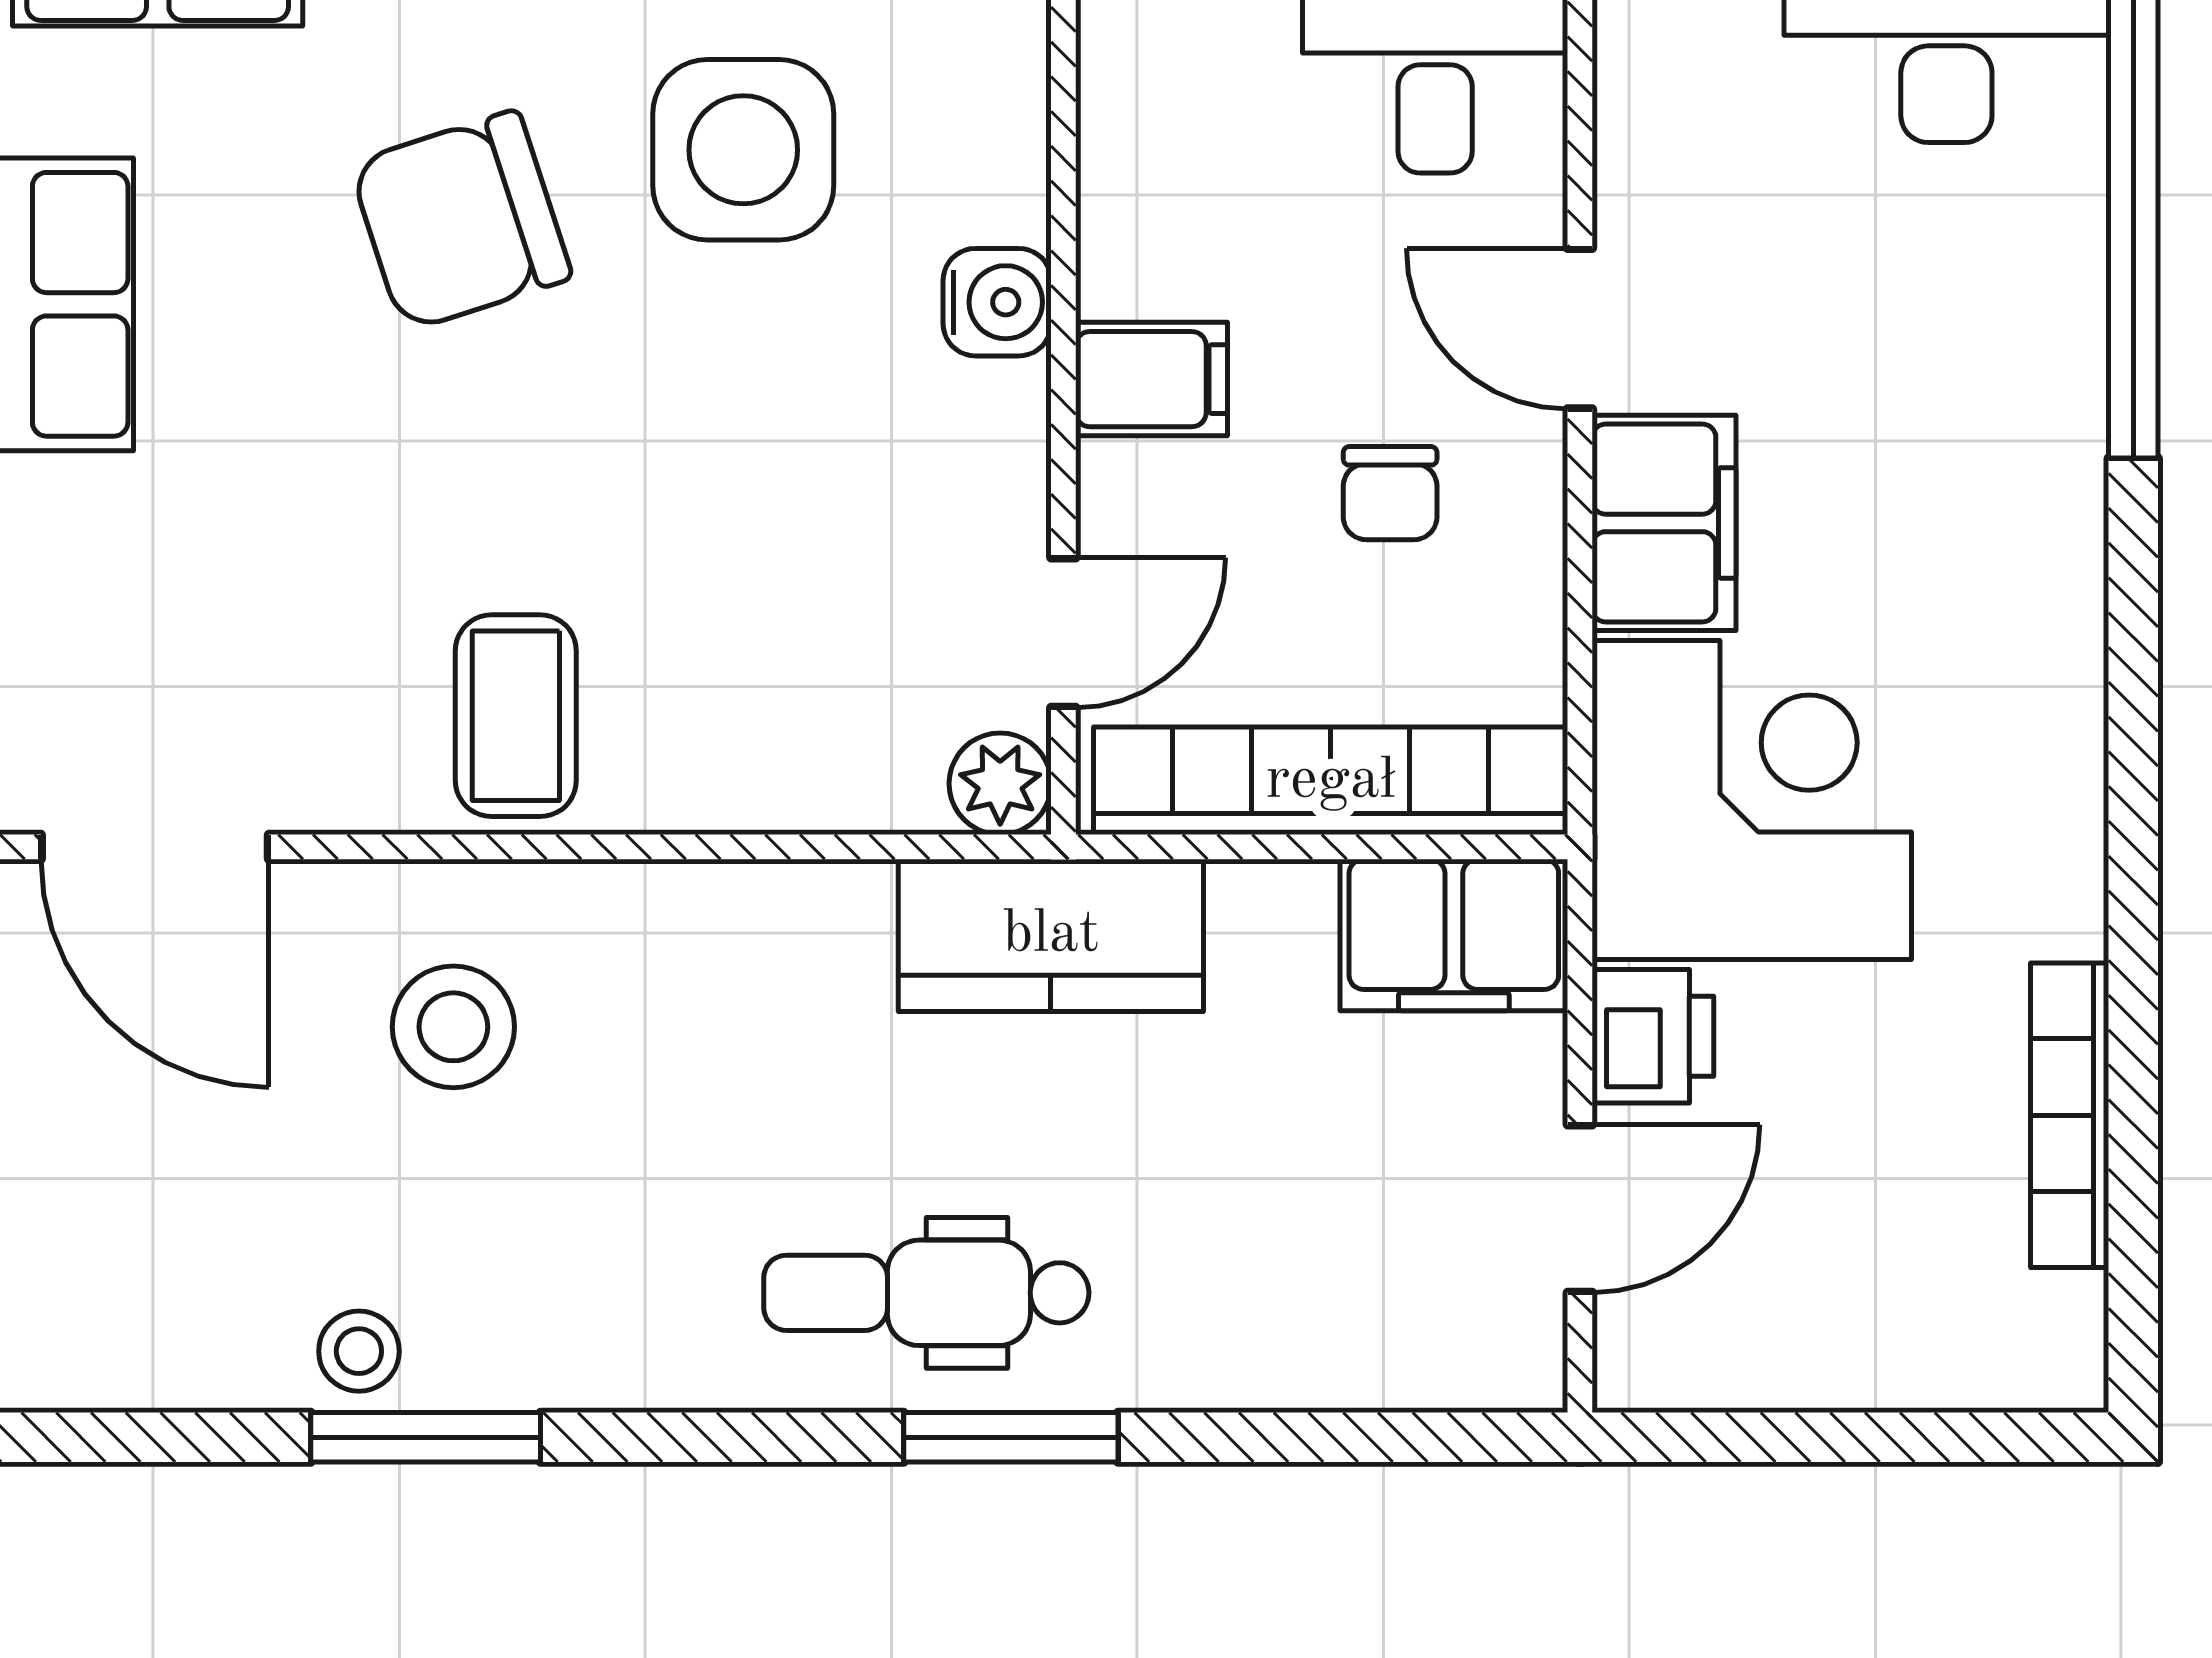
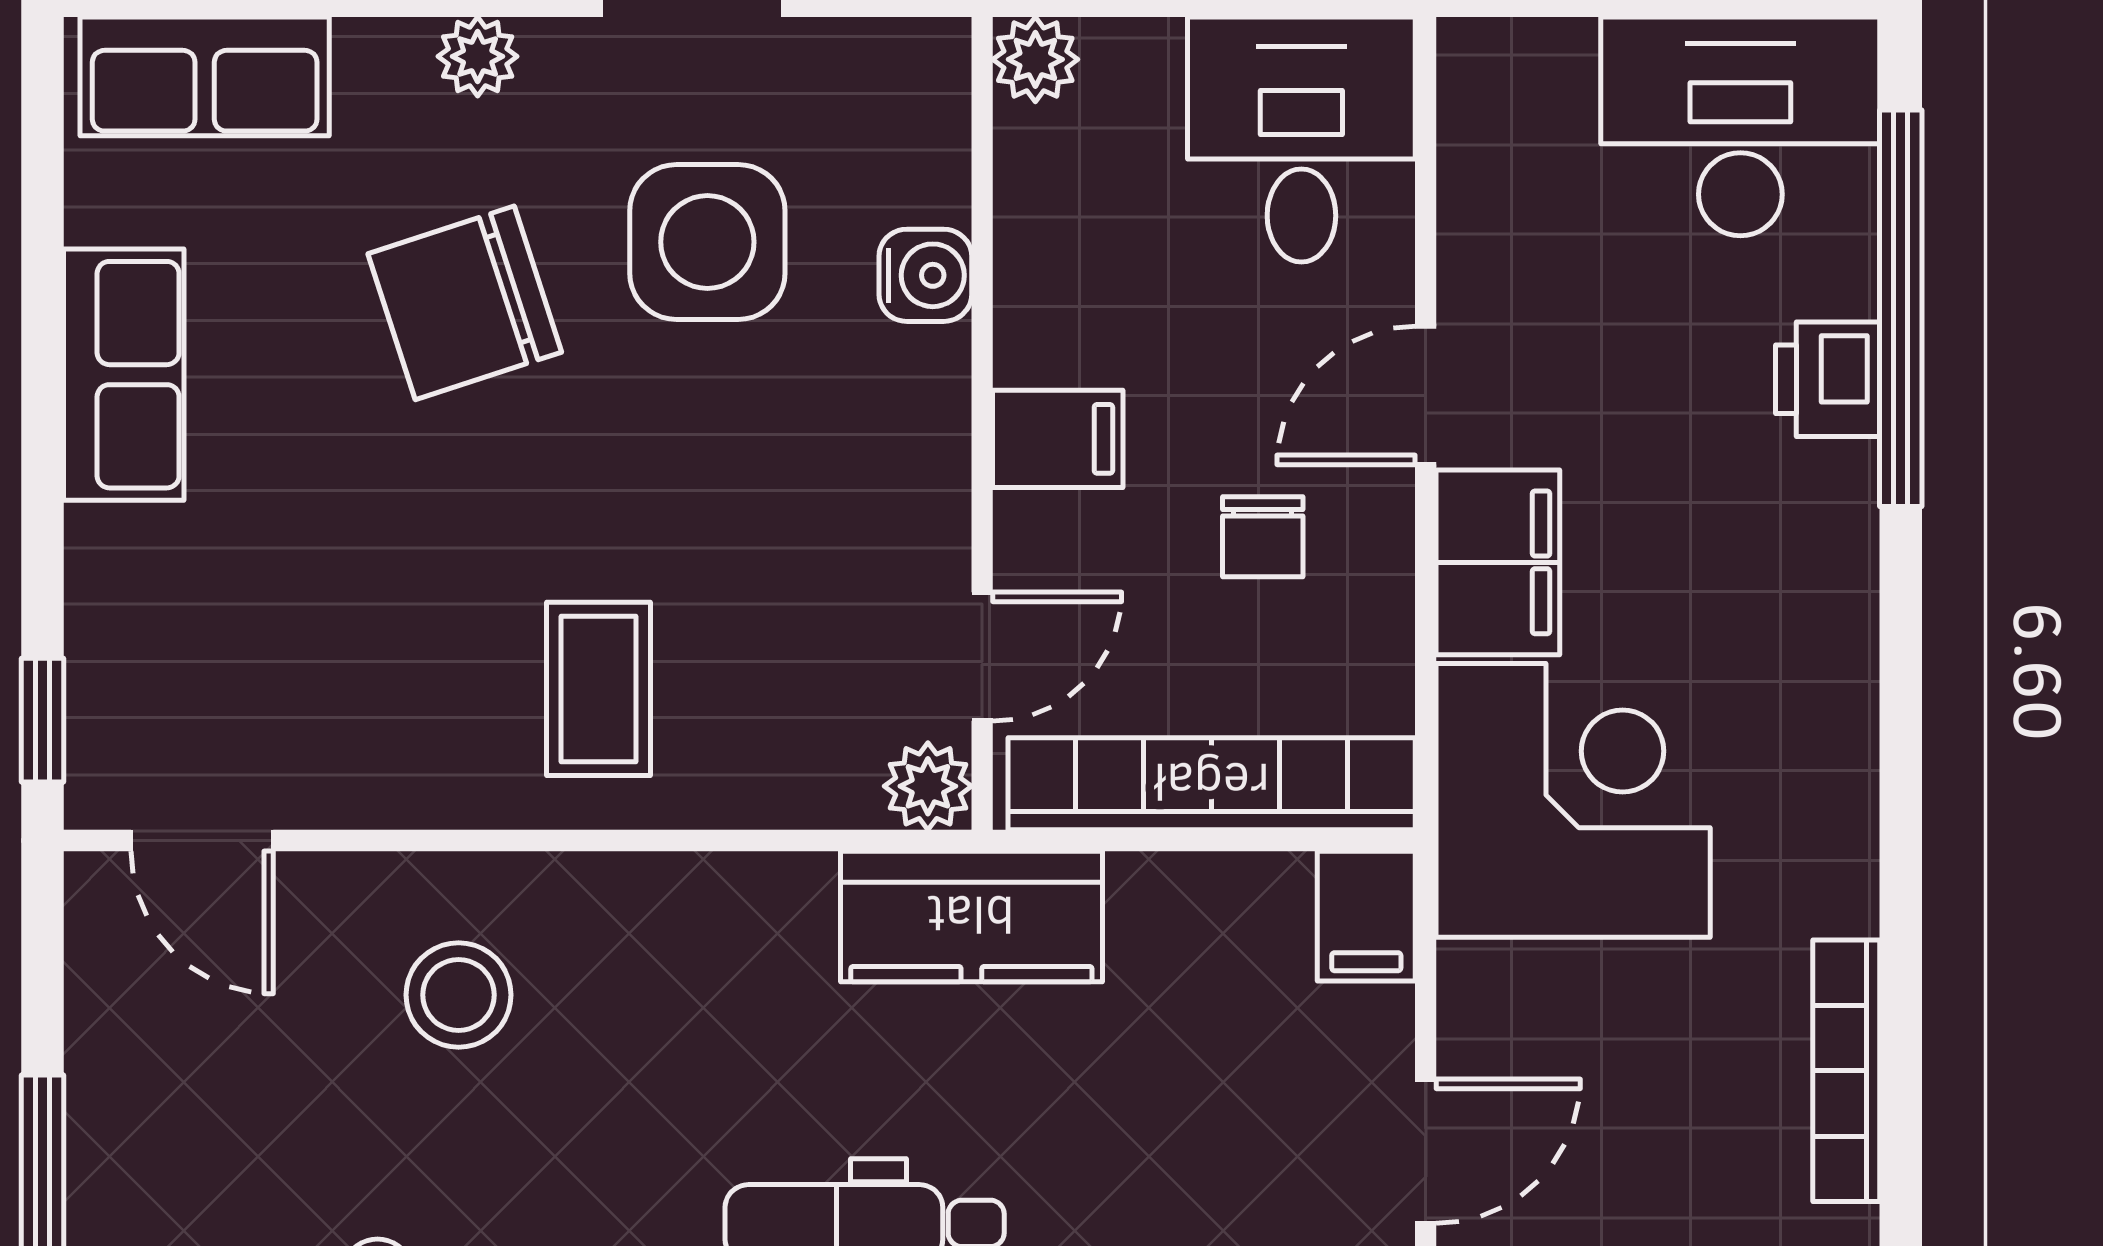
water cooler: (997, 302) -> (925, 275), moved
door: (1580, 329) -> (1426, 396), hinge flipped
coffee table: (516, 716) -> (598, 689), moved
door: (155, 847) -> (202, 840), width x0.73
filing cabinet: (1454, 935) -> (1366, 916), width x0.50
printer: (1653, 1036) -> (1828, 379), moved, turned 180

